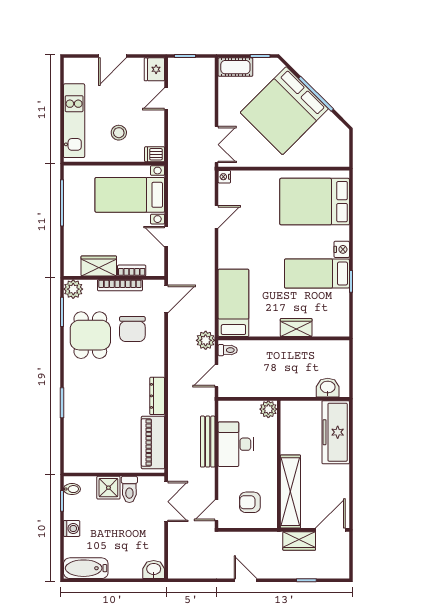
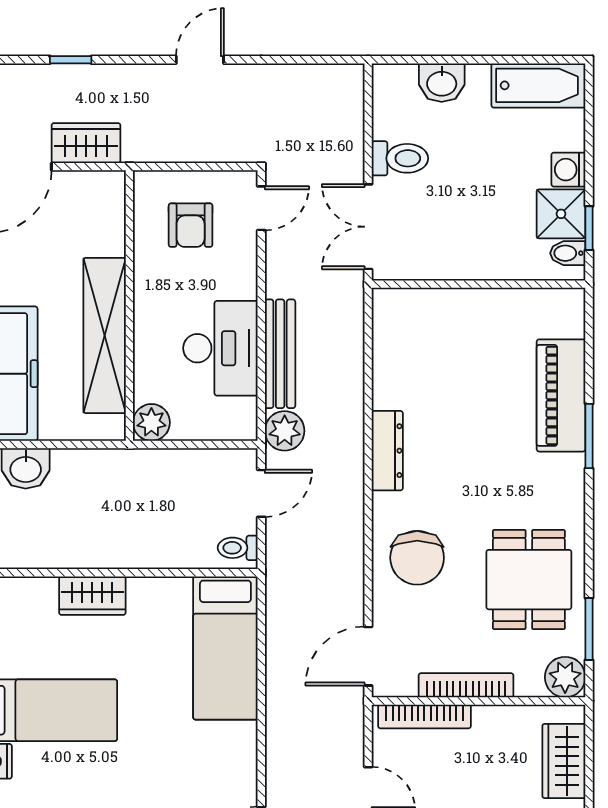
wardrobe: (99, 266) -> (564, 761), moved, turned 90
bookcase: (132, 271) -> (424, 716), width x1.56
chair: (132, 329) -> (417, 558), moved, turned 180
plant: (206, 340) -> (285, 431), moved
piano: (153, 442) -> (561, 395), moved, turned 180
shower: (108, 488) -> (561, 214), moved
toilet: (129, 489) -> (400, 158), moved, turned 90
shelving: (290, 492) -> (105, 335), moved
armchair: (250, 502) -> (191, 225), turned 90
washbasin: (154, 570) -> (442, 83), moved
door: (245, 580) -> (200, 60), swing flipped

